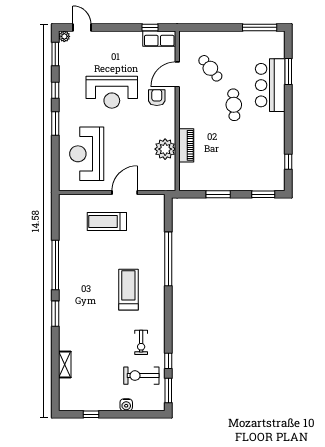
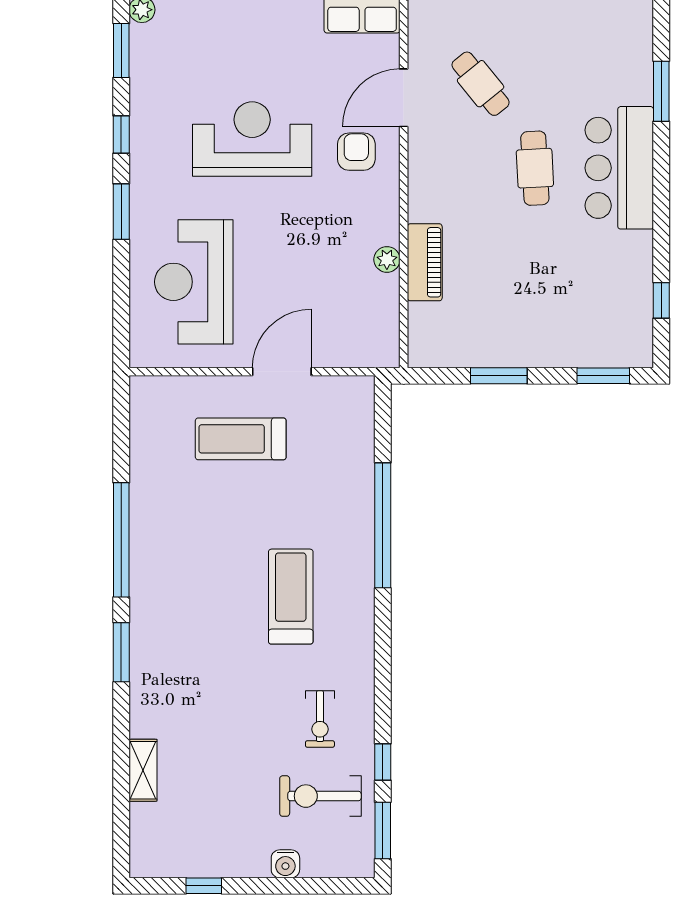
bar counter: (270, 85) -> (619, 168), moved
reception desk: (112, 92) -> (252, 139), turned 180
plant: (165, 149) -> (387, 259), width x0.53, depth x0.53

